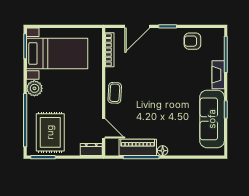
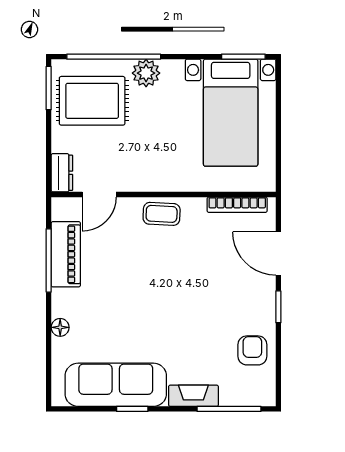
plant: (34, 88) -> (146, 73), moved
floor lamp: (163, 151) -> (60, 327), moved

